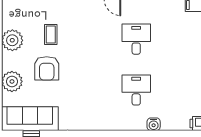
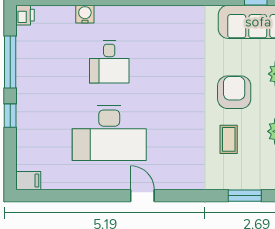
desk: (136, 39) -> (109, 133), width x1.87, depth x1.30

